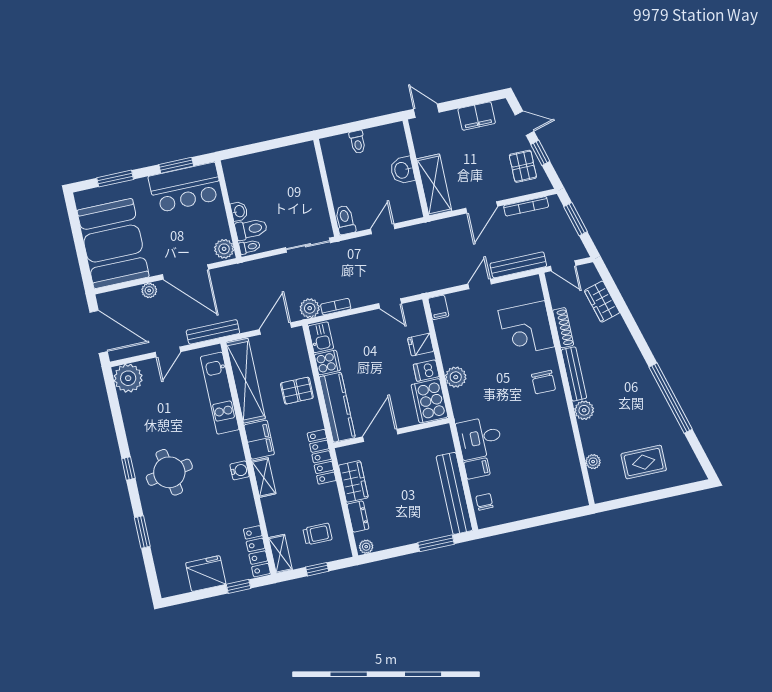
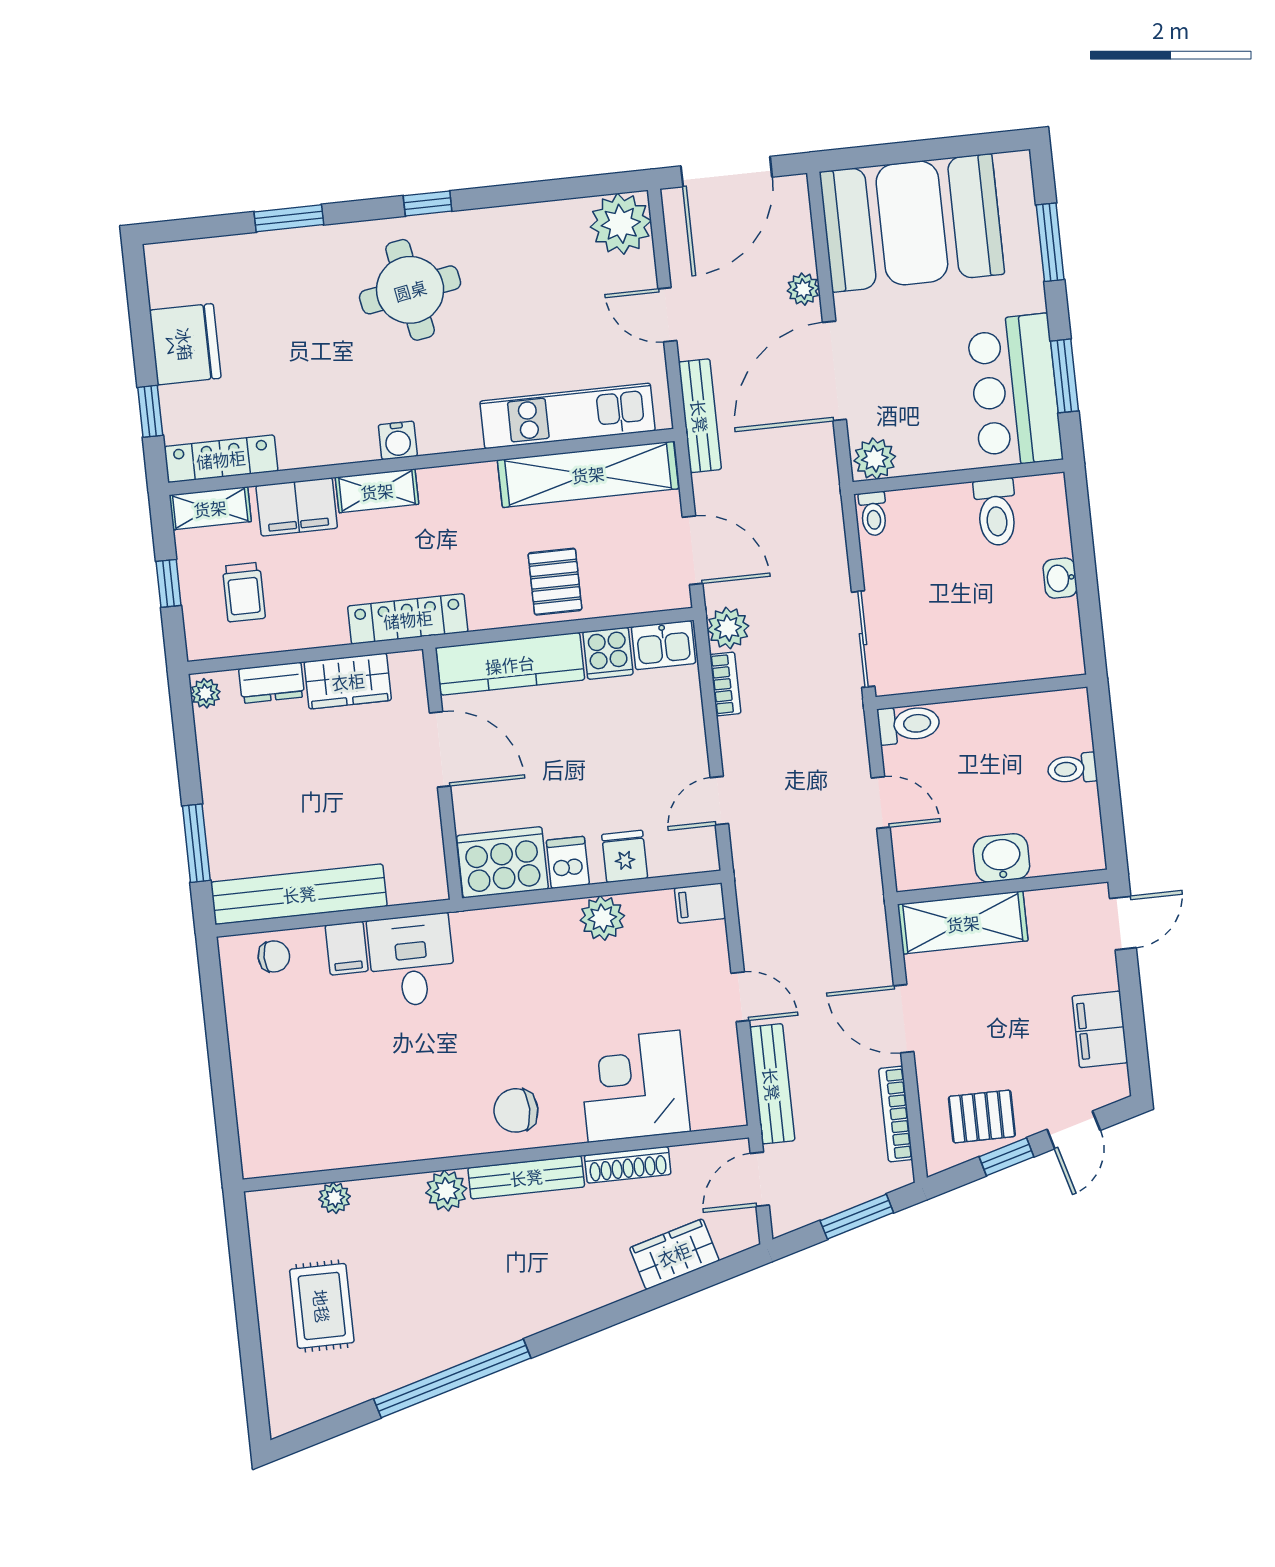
washbasin: (239, 211) -> (1060, 578), moved, turned 90
toilet: (251, 229) -> (996, 512), moved
plant: (456, 377) -> (602, 918), moved
filing cabinet: (259, 440) -> (297, 507), moved

